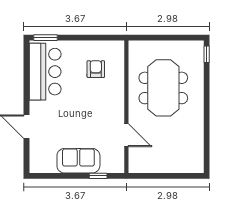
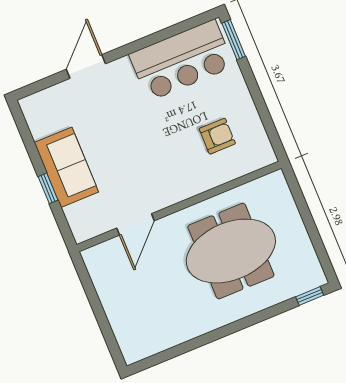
window: (98, 176) -> (48, 188), moved

